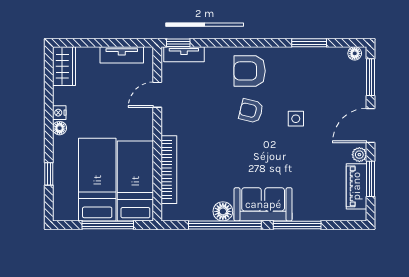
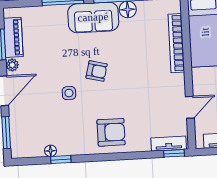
window: (309, 43) -> (61, 159), width x0.67
floor lamp: (355, 53) -> (51, 151), moved
armchair: (251, 111) -> (97, 71), moved

